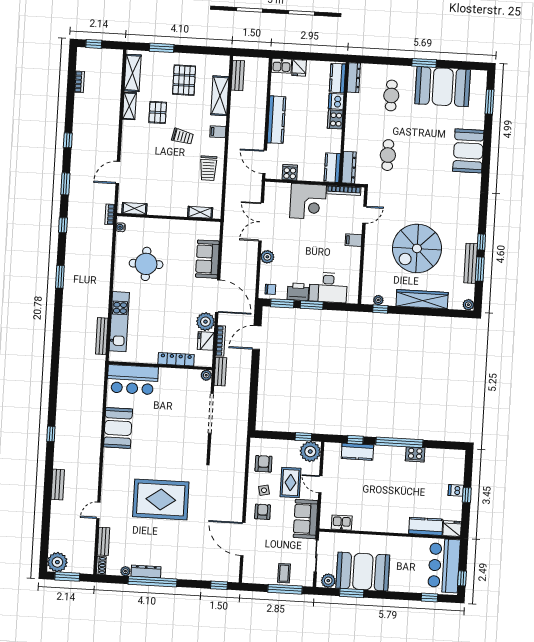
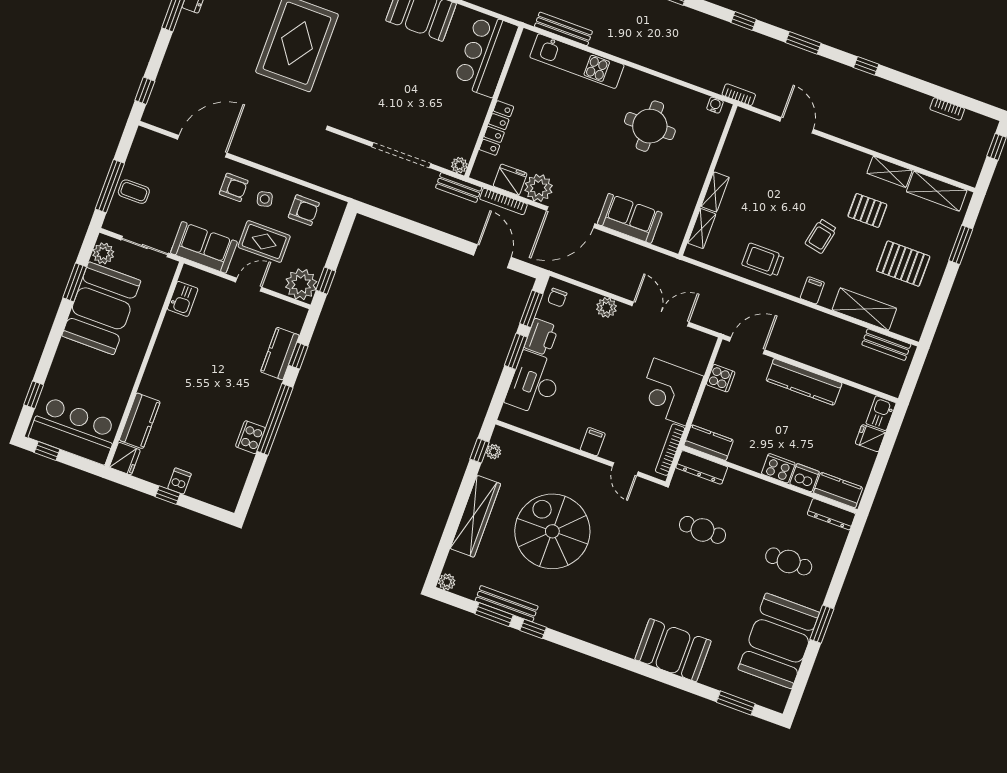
shelving: (134, 208) -> (715, 192), moved

